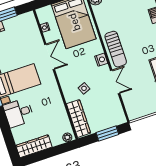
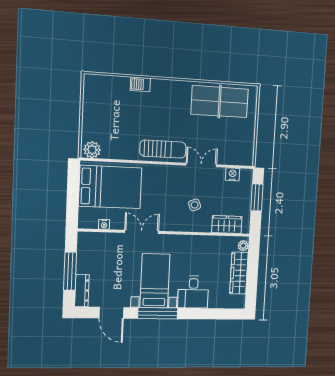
nightstand: (101, 60) -> (233, 174), moved
wardrobe: (79, 118) -> (227, 225), width x0.67
wardrobe: (34, 146) -> (239, 273), moved

